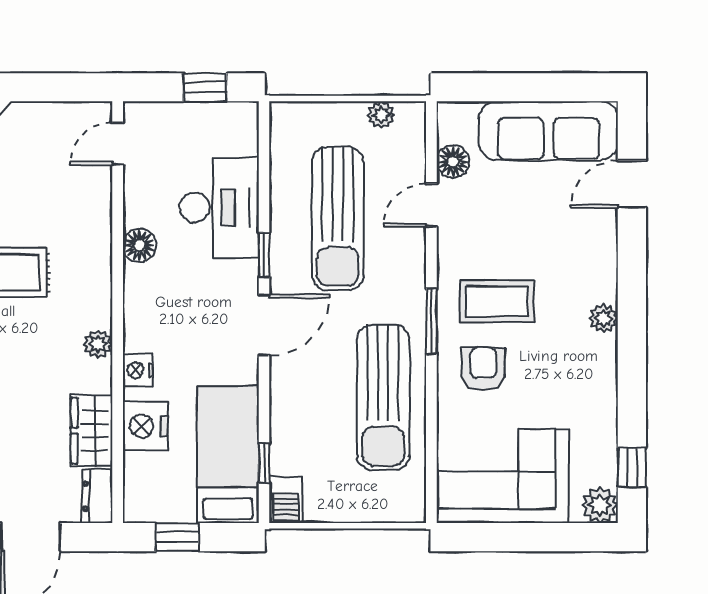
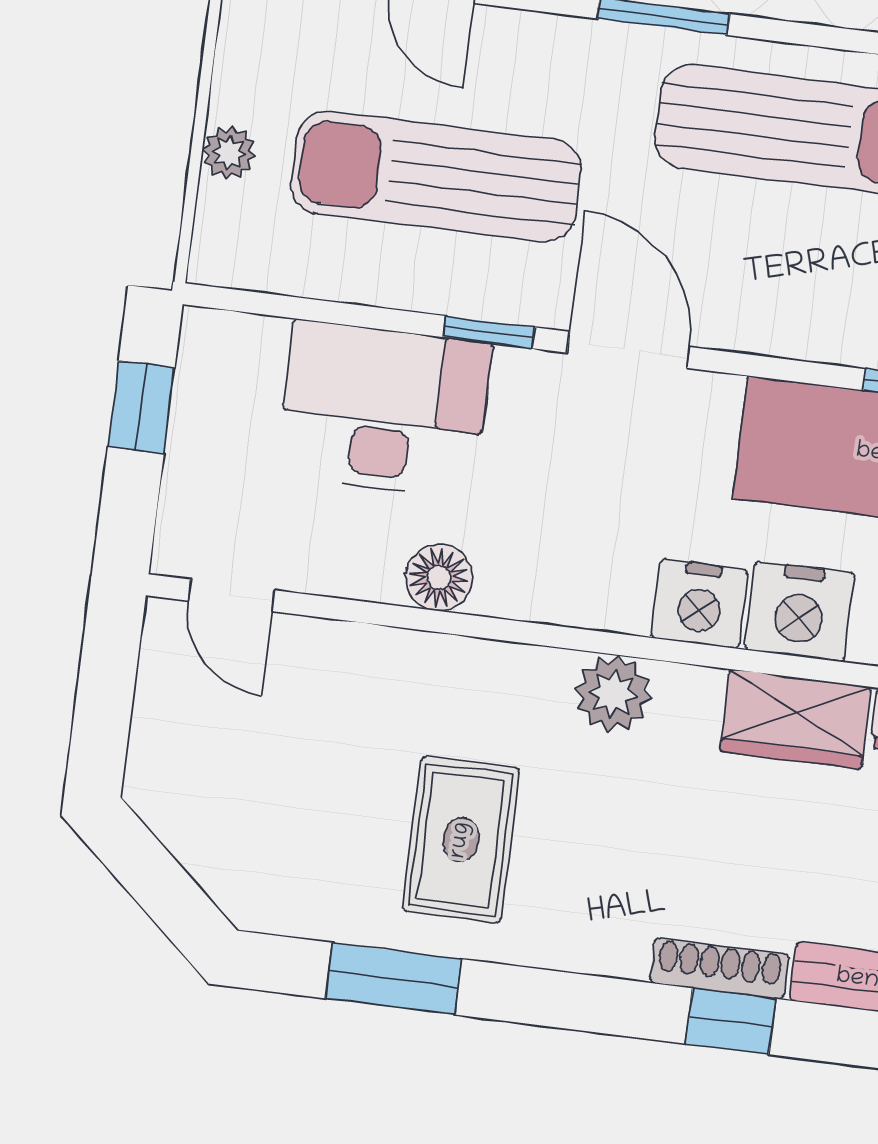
plant: (381, 115) -> (229, 153), moved
sun lounger: (338, 219) -> (436, 177), turned 180
plant: (98, 344) -> (613, 694), width x1.38, depth x1.38
nightstand: (138, 370) -> (700, 604), width x1.36, depth x1.33

